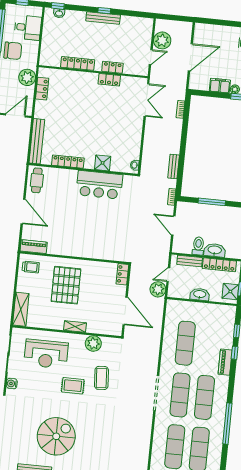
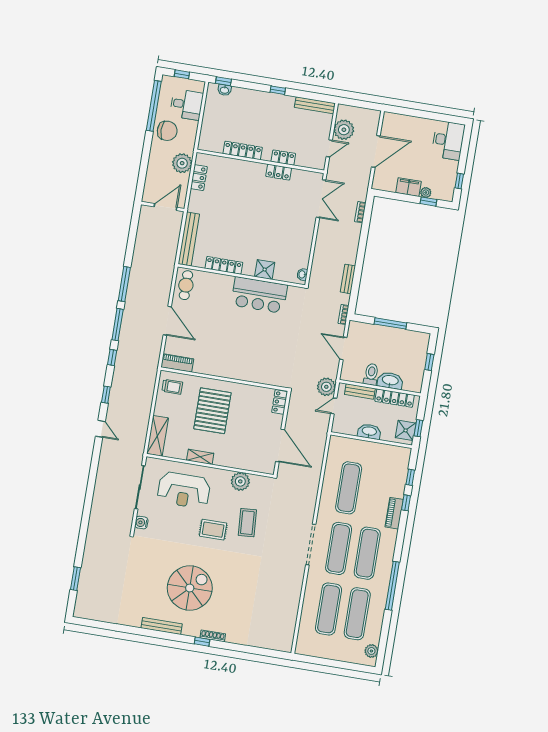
bench: (103, 18) -> (315, 105), moved
plant: (158, 289) -> (326, 387), moved
shelving: (75, 327) -> (200, 457), moved

